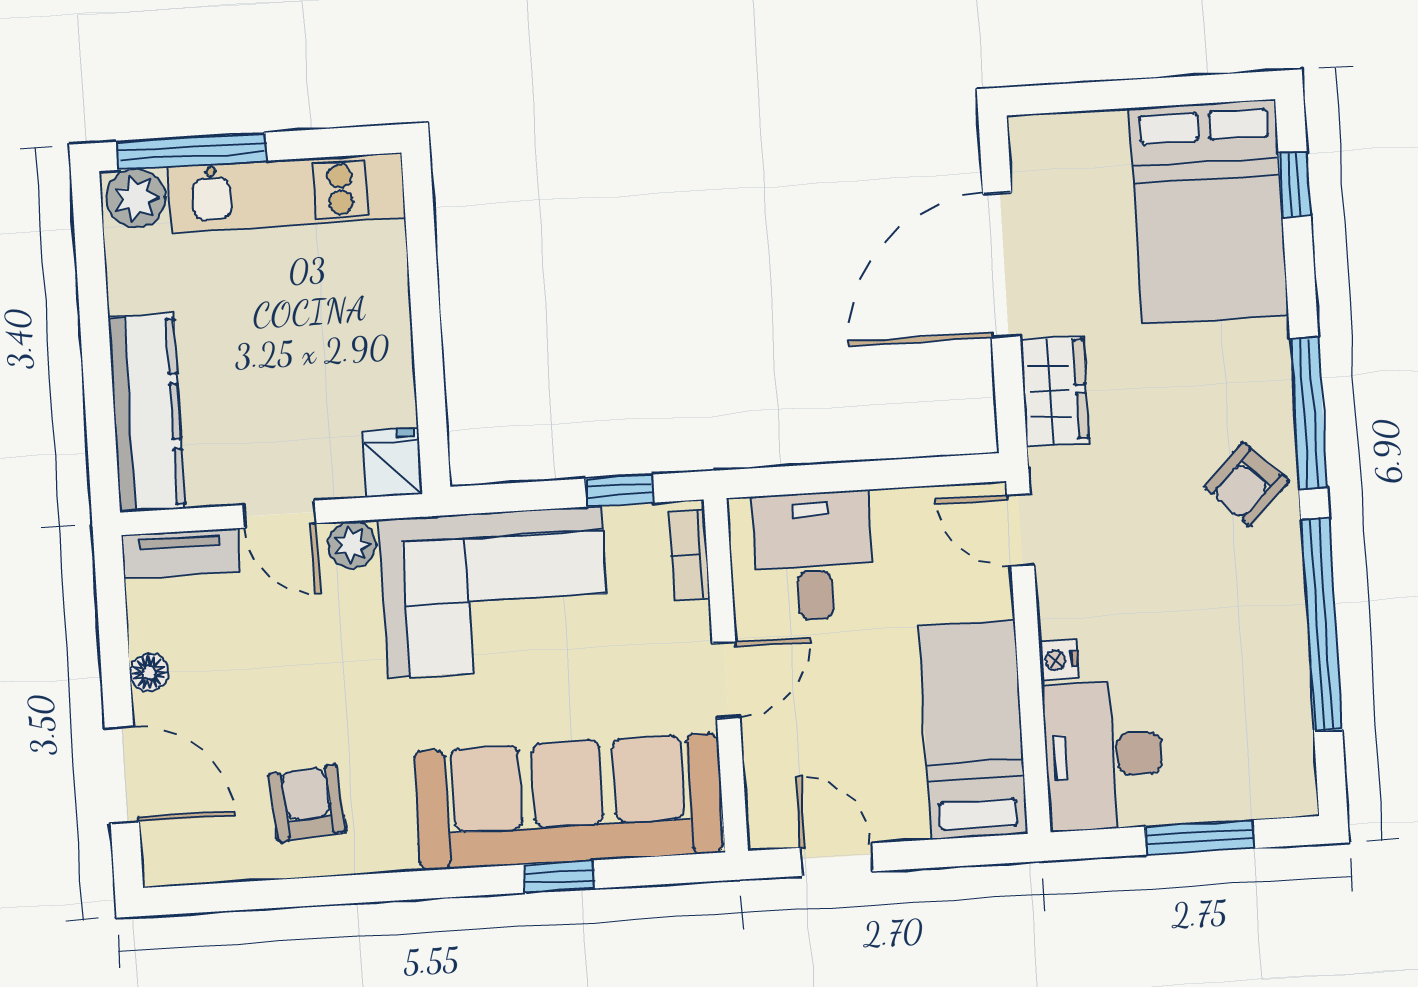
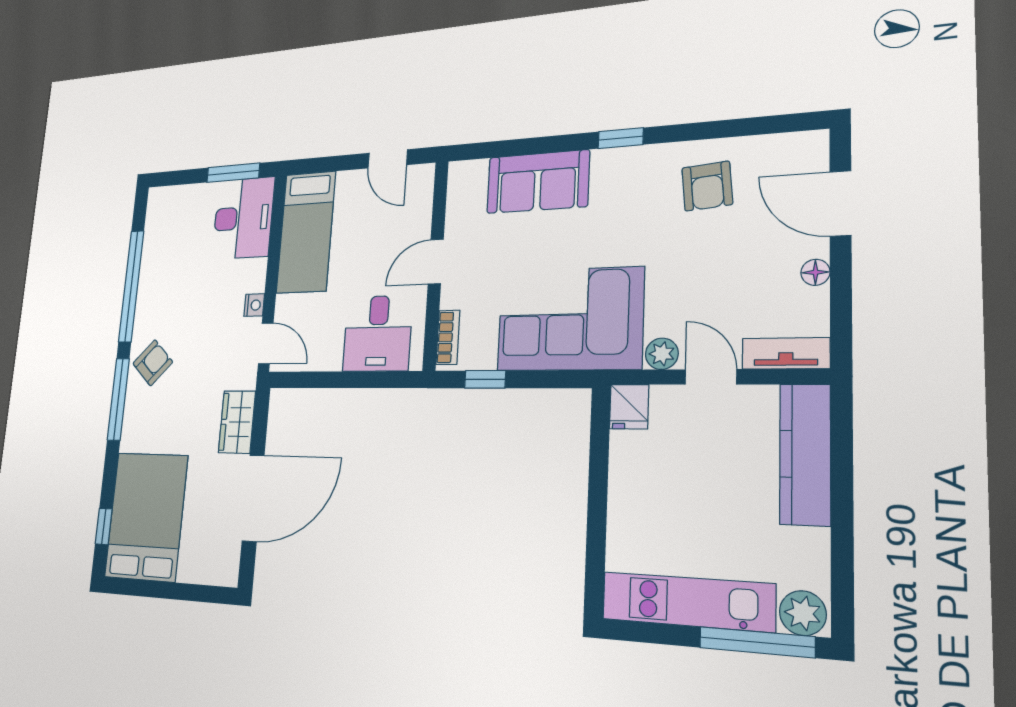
nightstand: (1059, 660) -> (254, 305), moved
sofa: (568, 802) -> (538, 182), width x0.54, depth x0.79
window: (1200, 837) -> (233, 173), moved
window: (559, 877) -> (621, 138), moved

